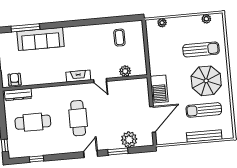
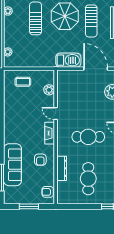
coffee table: (119, 38) -> (23, 82), moved
armchair: (49, 68) -> (40, 160), added
door: (100, 80) -> (56, 113), swing flipped
dresser: (18, 94) -> (62, 168), moved

